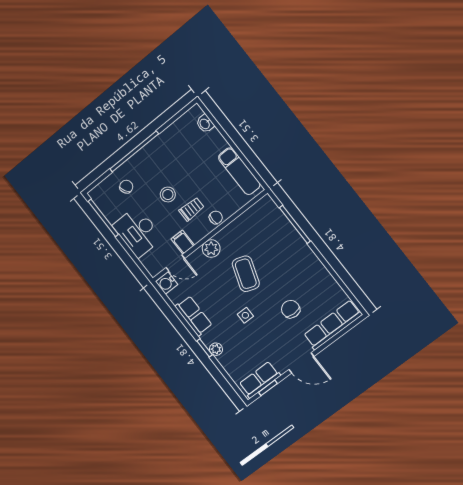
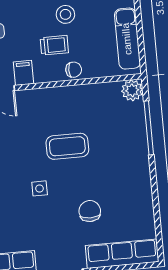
stool: (168, 194) -> (65, 14), moved
plant: (211, 249) -> (132, 90), moved
coffee table: (246, 274) -> (67, 146), turned 71

